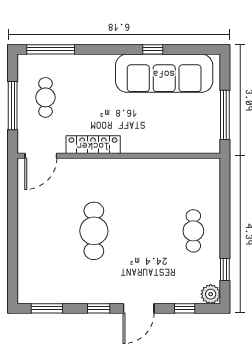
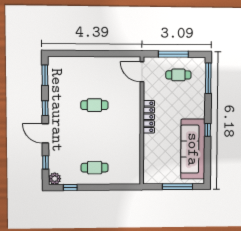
window: (153, 49) -> (208, 130), moved
window: (225, 115) -> (178, 187), moved
locker: (93, 145) -> (149, 117), moved
cafe table: (94, 231) -> (94, 105), width x0.73, depth x0.74

